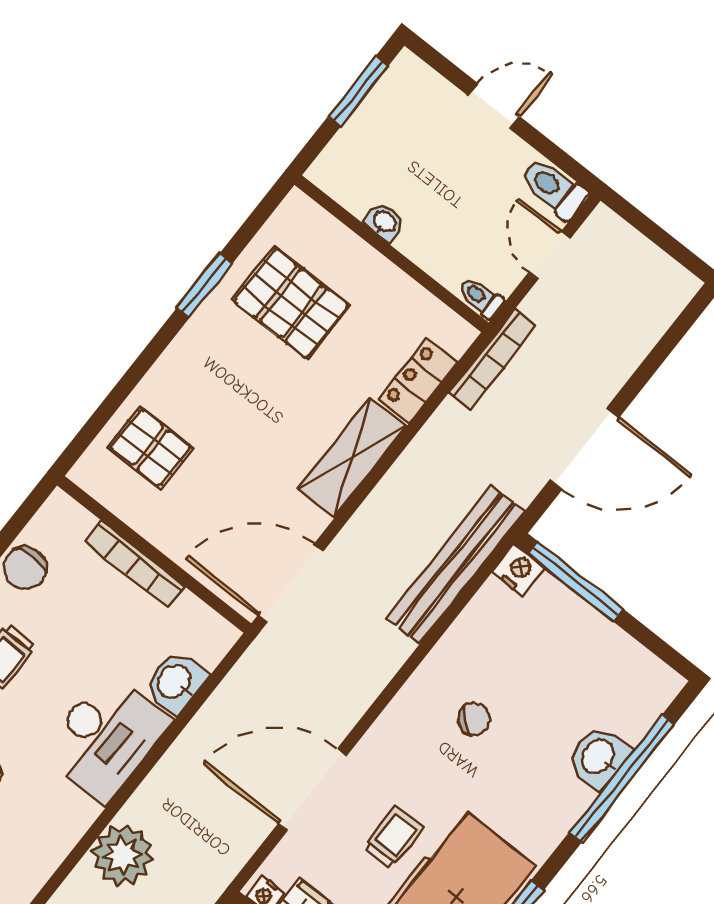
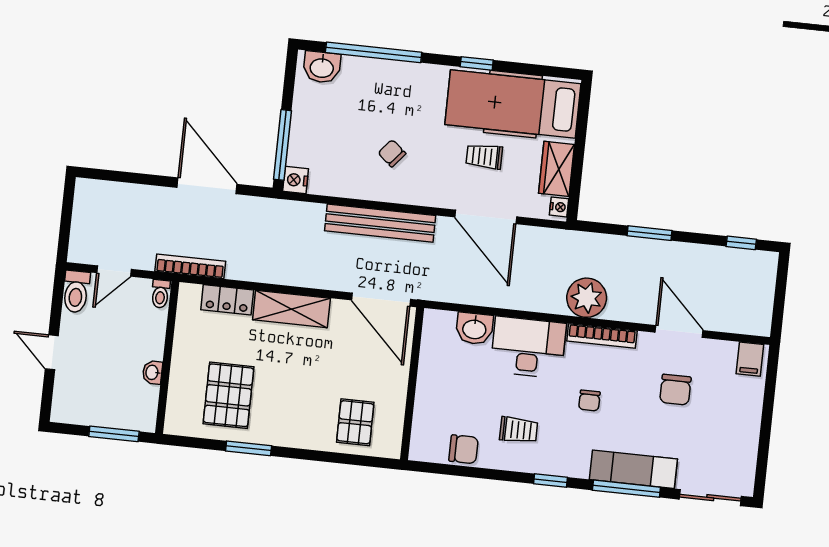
window: (358, 91) -> (114, 434), moved
bookcase: (134, 564) -> (602, 336), moved, turned 90
bench: (456, 565) -> (380, 223), moved
washbasin: (599, 757) -> (322, 67), moved

